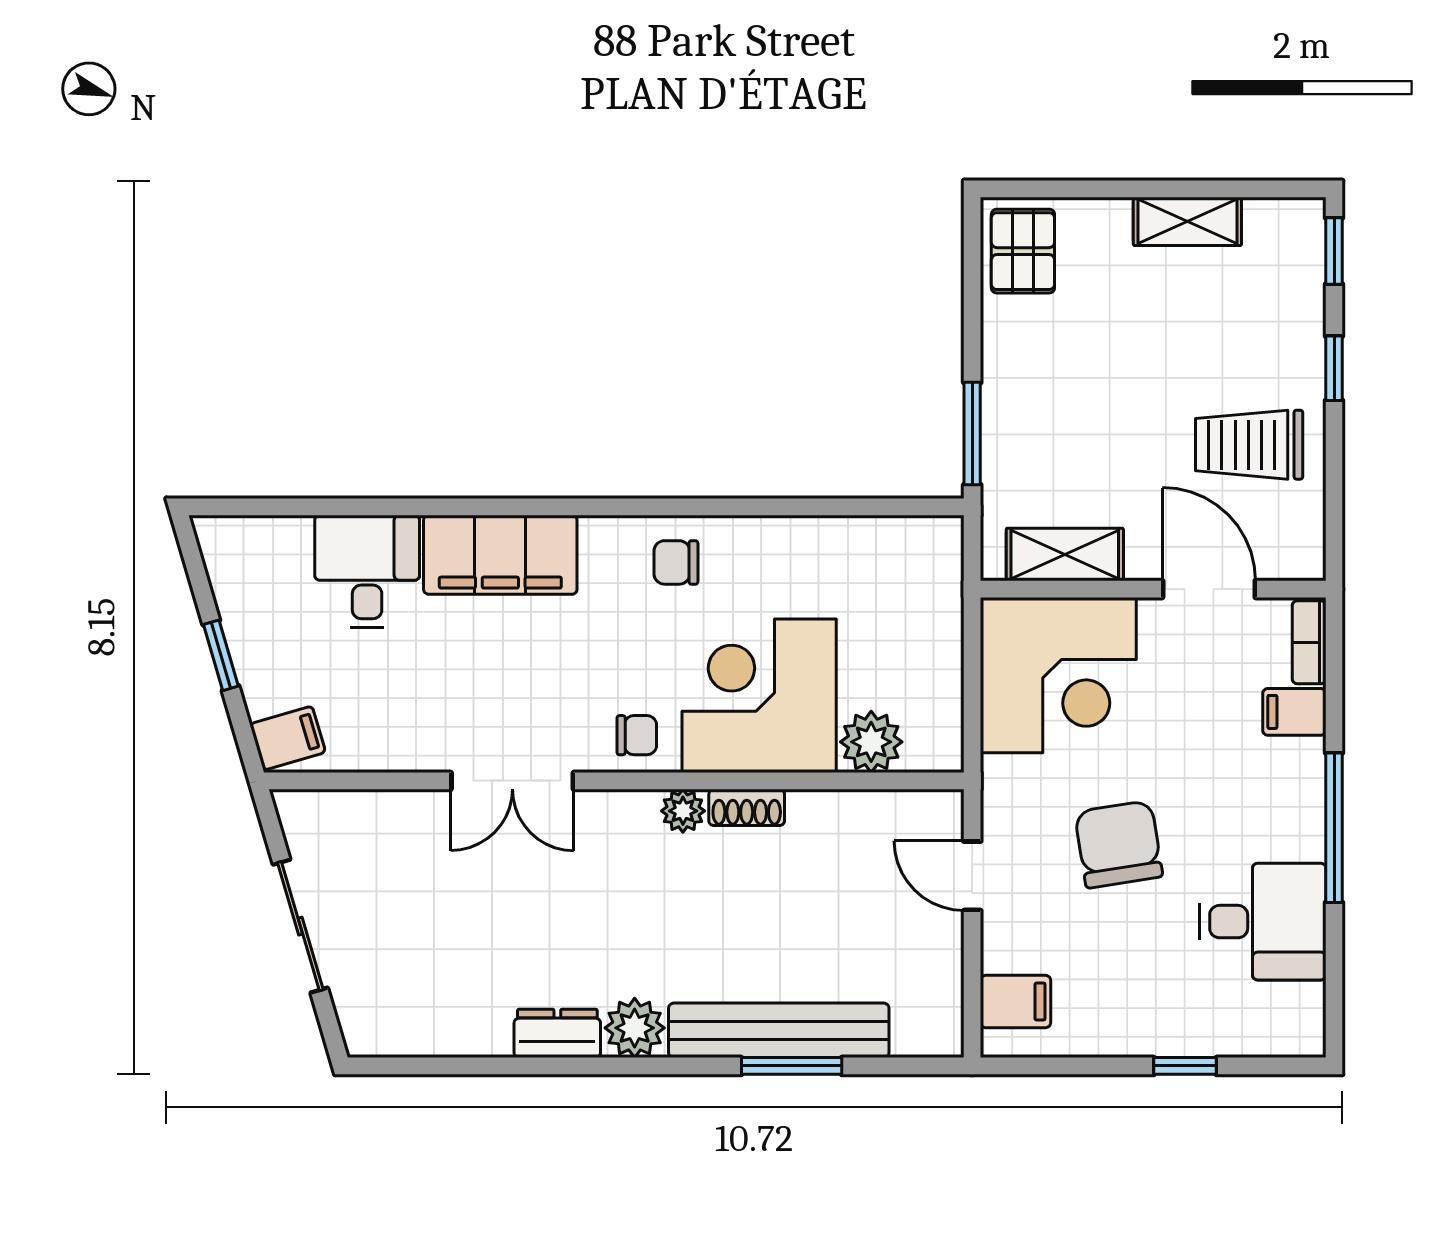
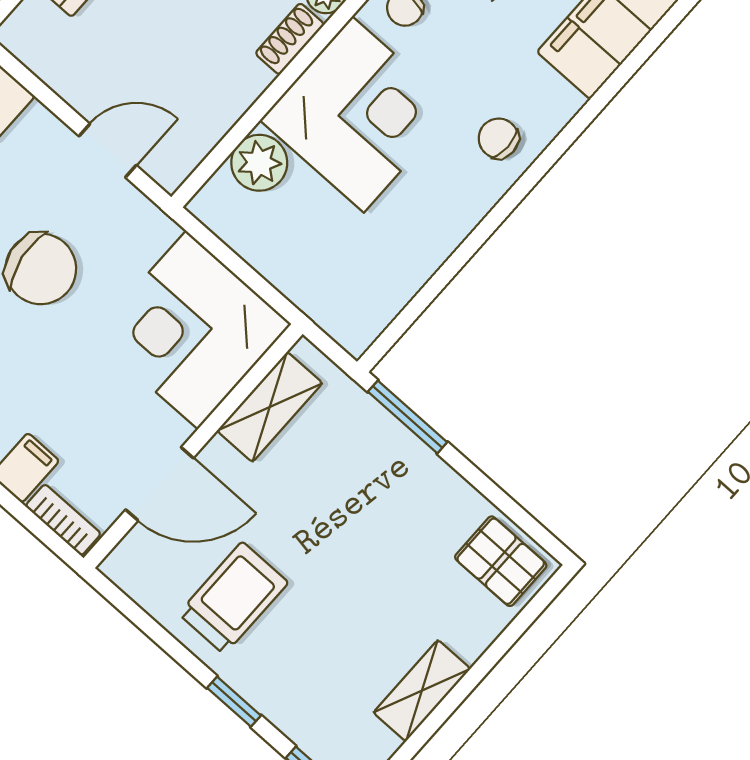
chair: (676, 562) -> (499, 138), turned -90

